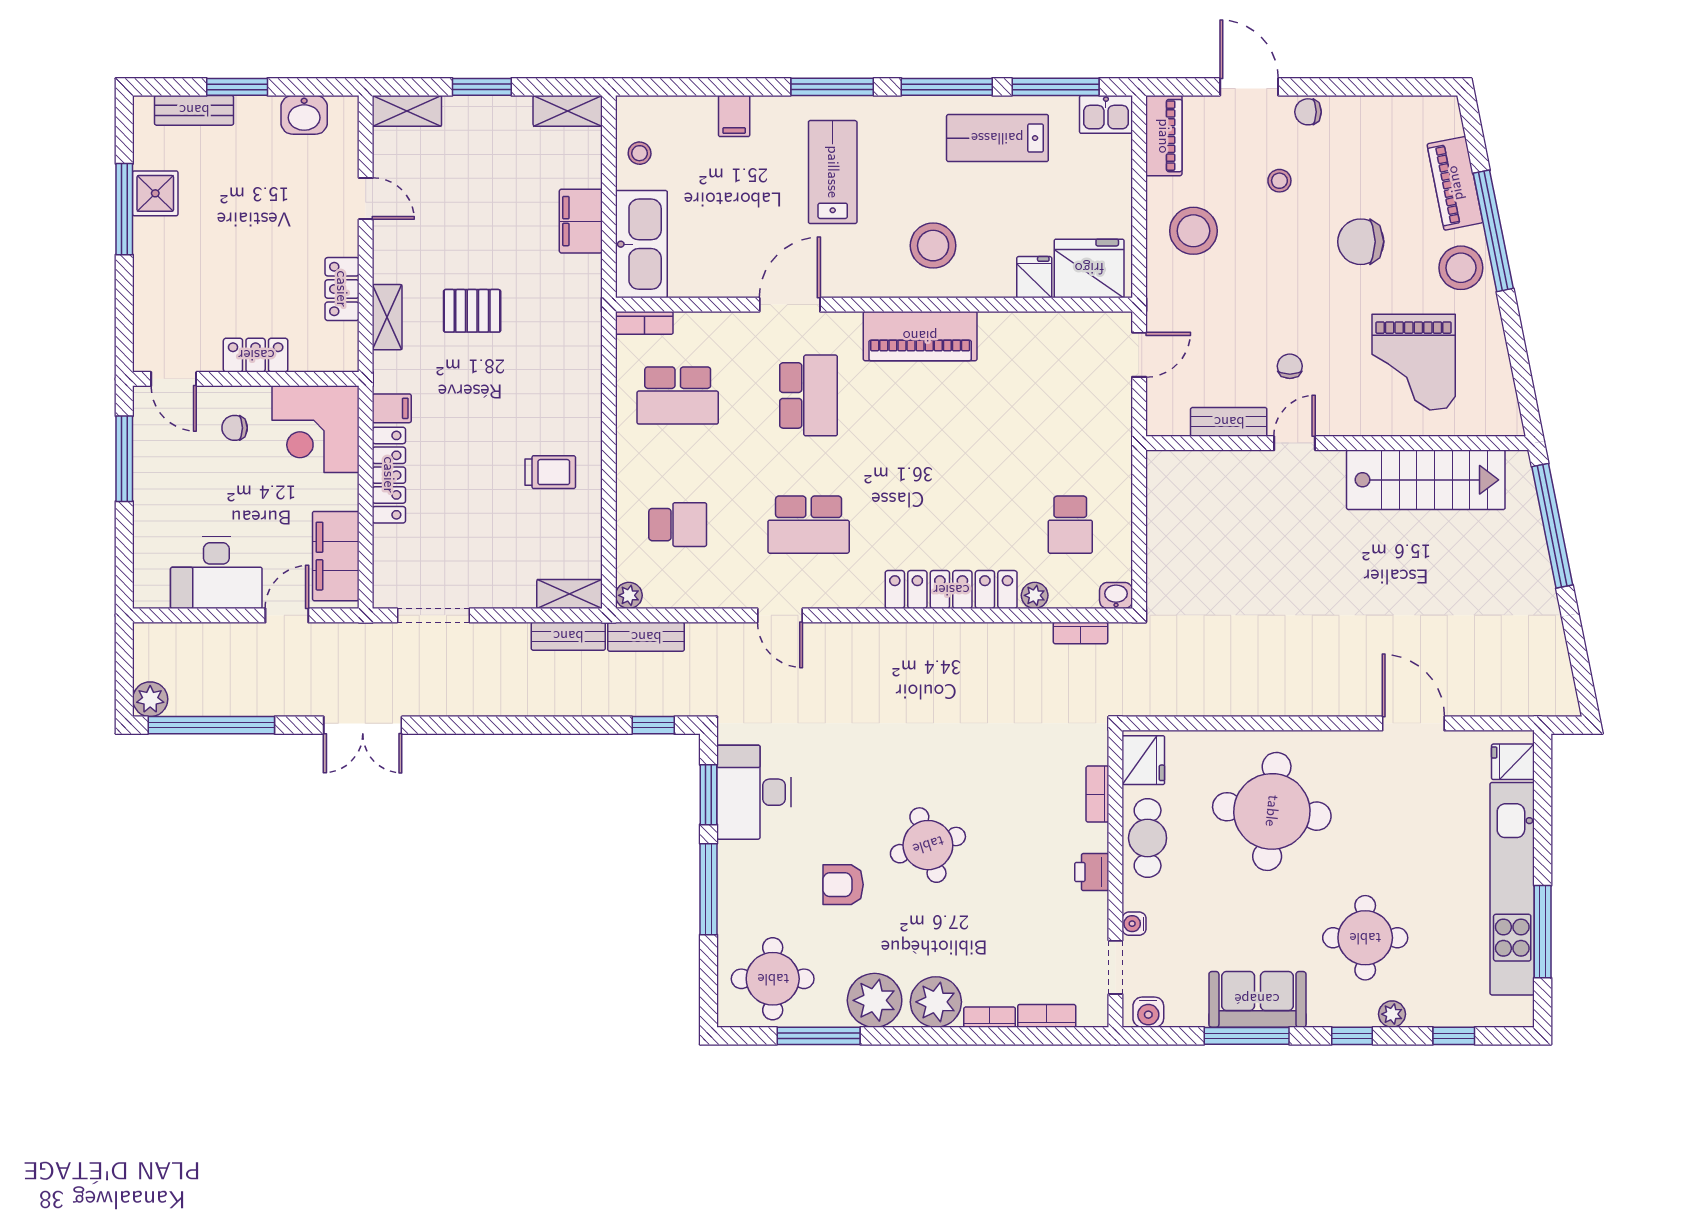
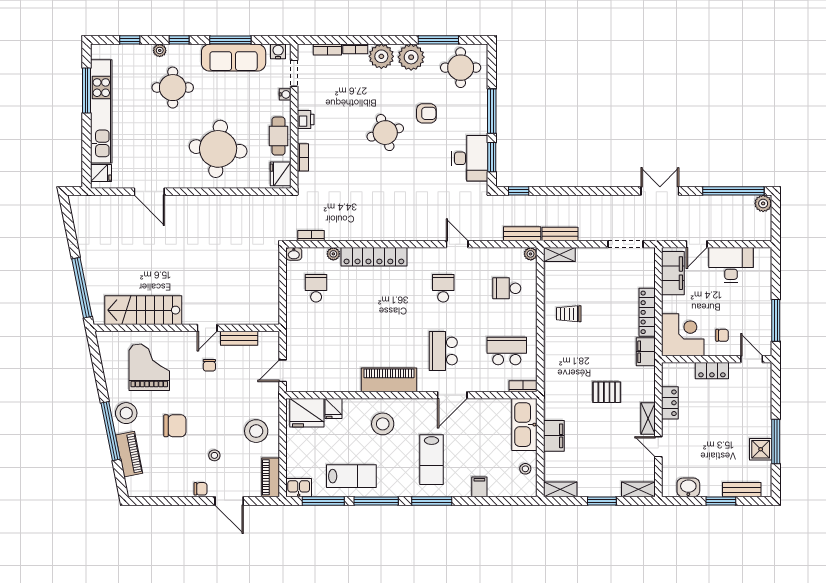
shelving: (387, 317) -> (648, 419), moved
filing cabinet: (392, 408) -> (646, 352), width x2.00
school desk: (809, 525) -> (443, 288), width x0.54
sofa: (1257, 999) -> (234, 58), width x1.36

